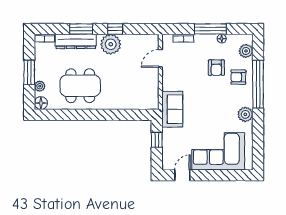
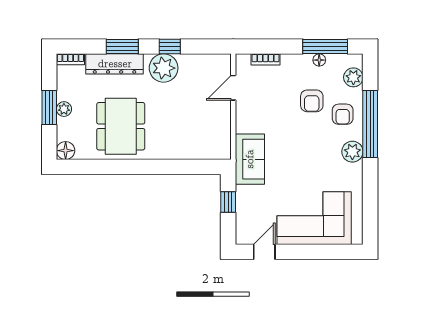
window: (210, 29) -> (325, 47), moved
armchair: (238, 77) -> (343, 114), turned -90
plant: (40, 86) -> (64, 109), moved
dining table: (80, 86) -> (121, 126), turned 90
plant: (245, 114) -> (352, 152), moved

